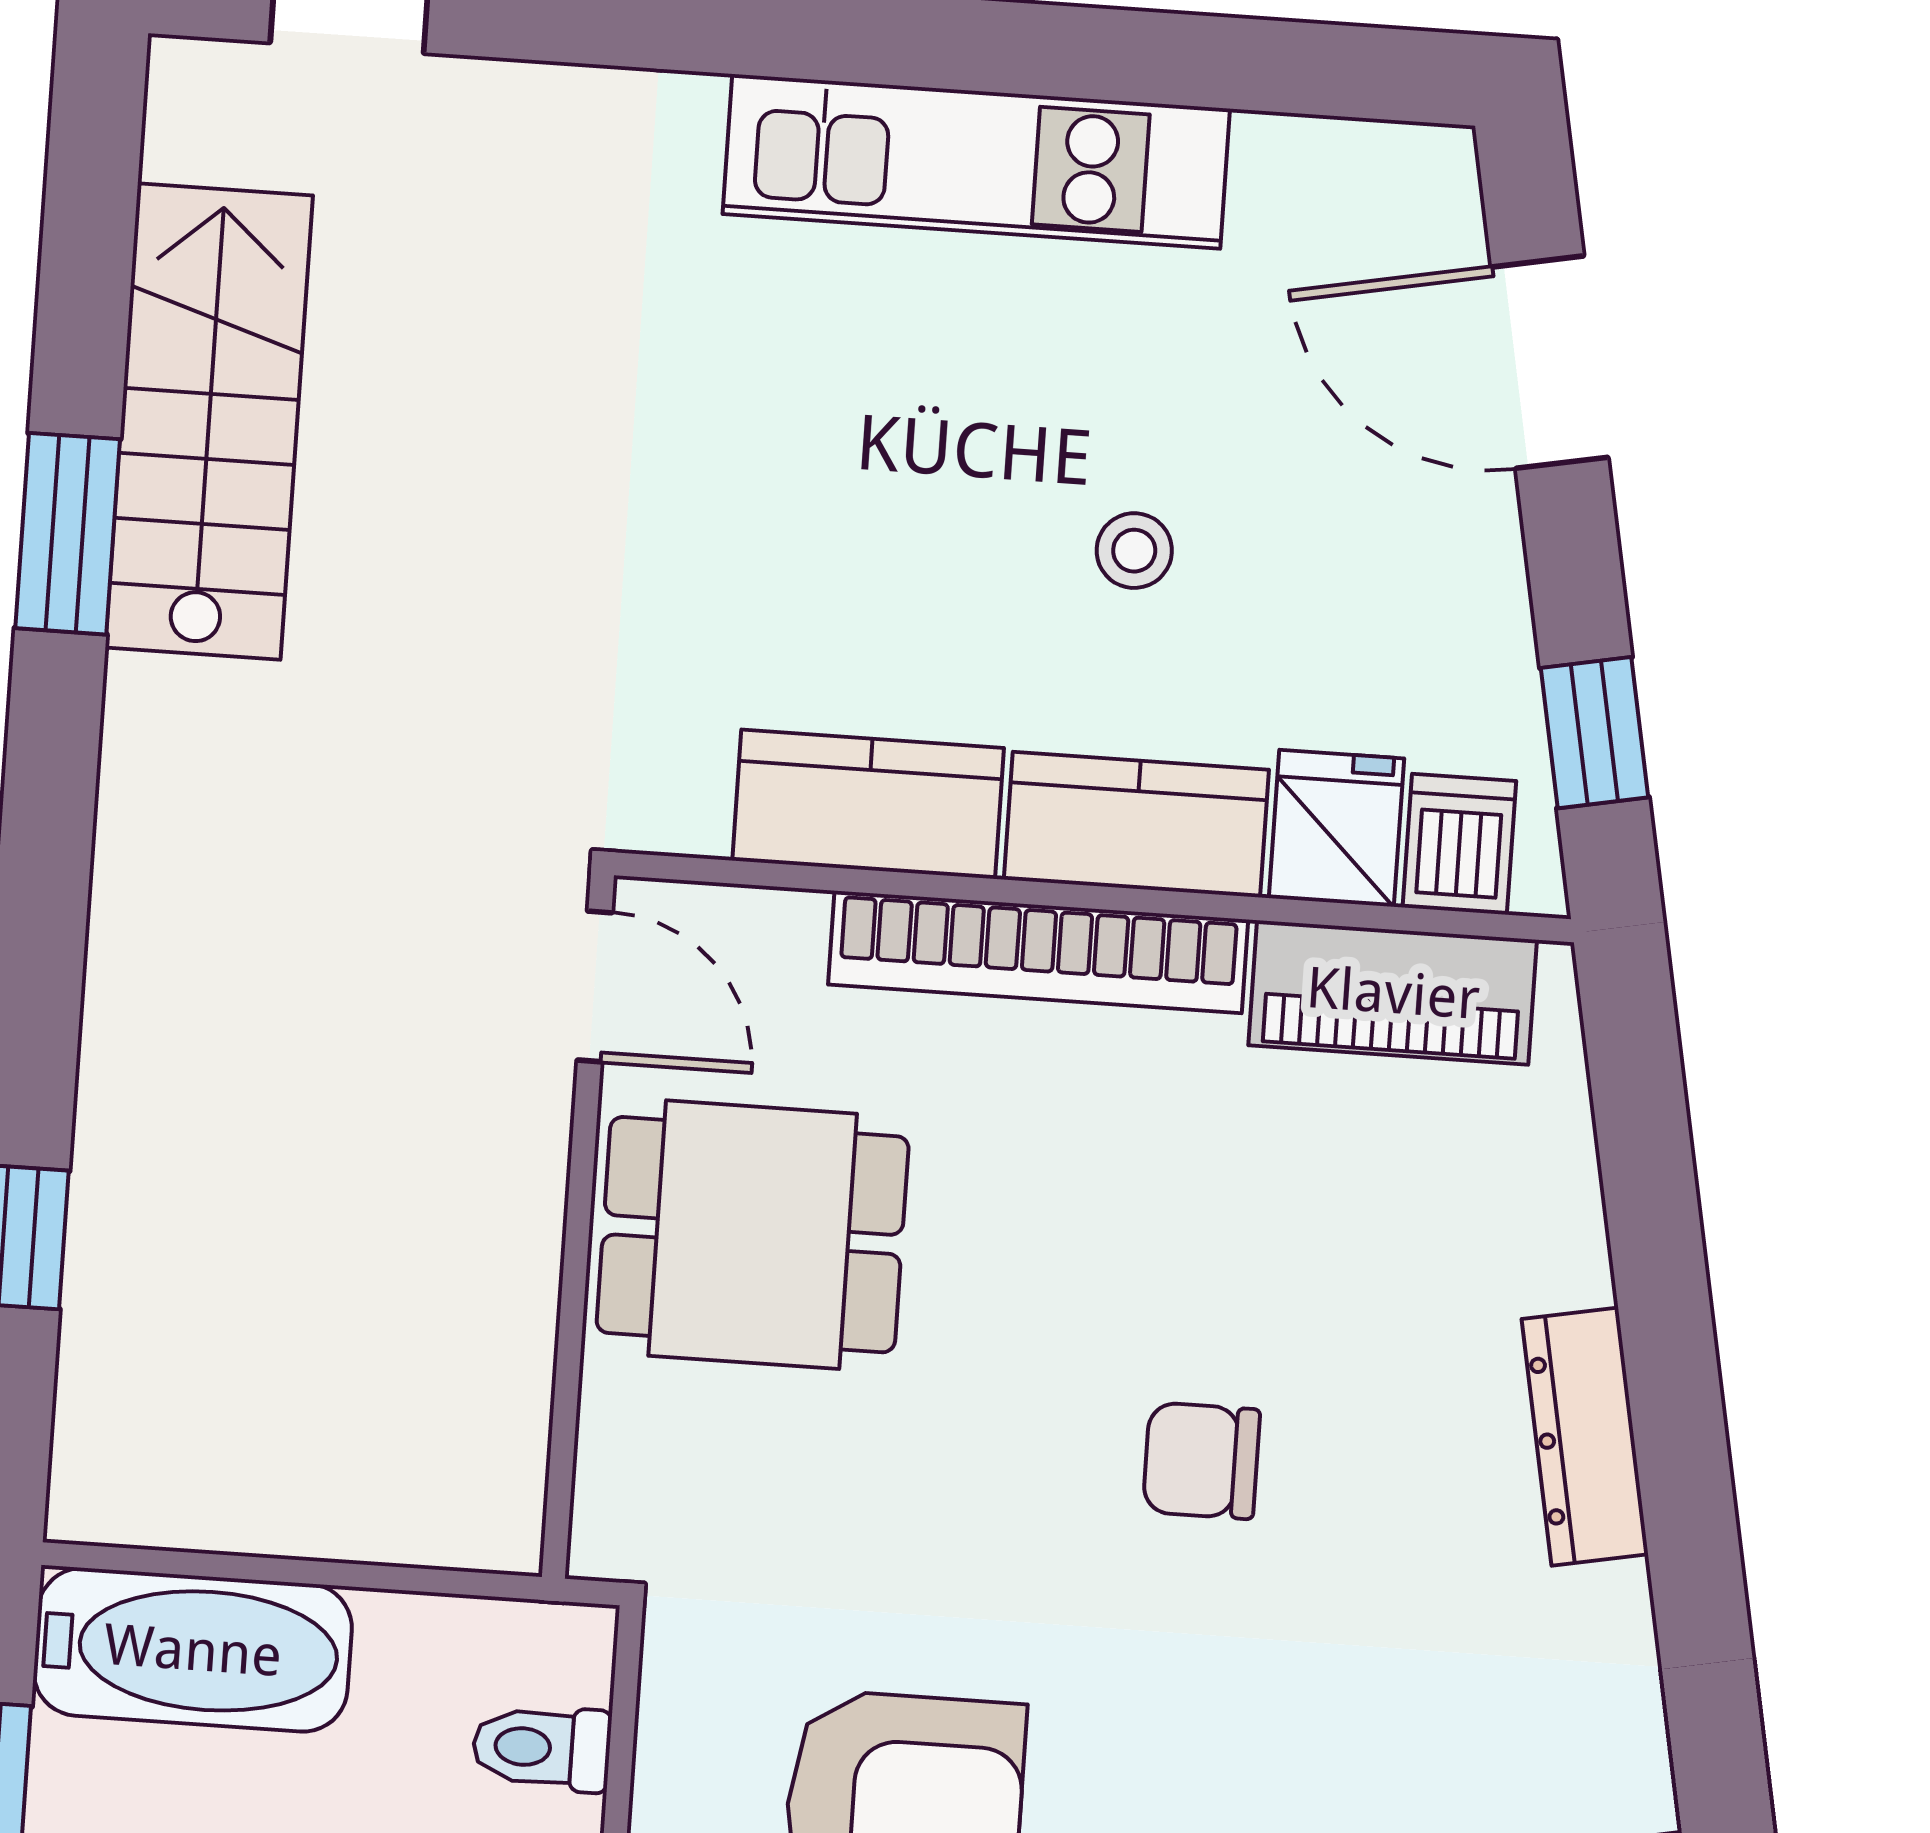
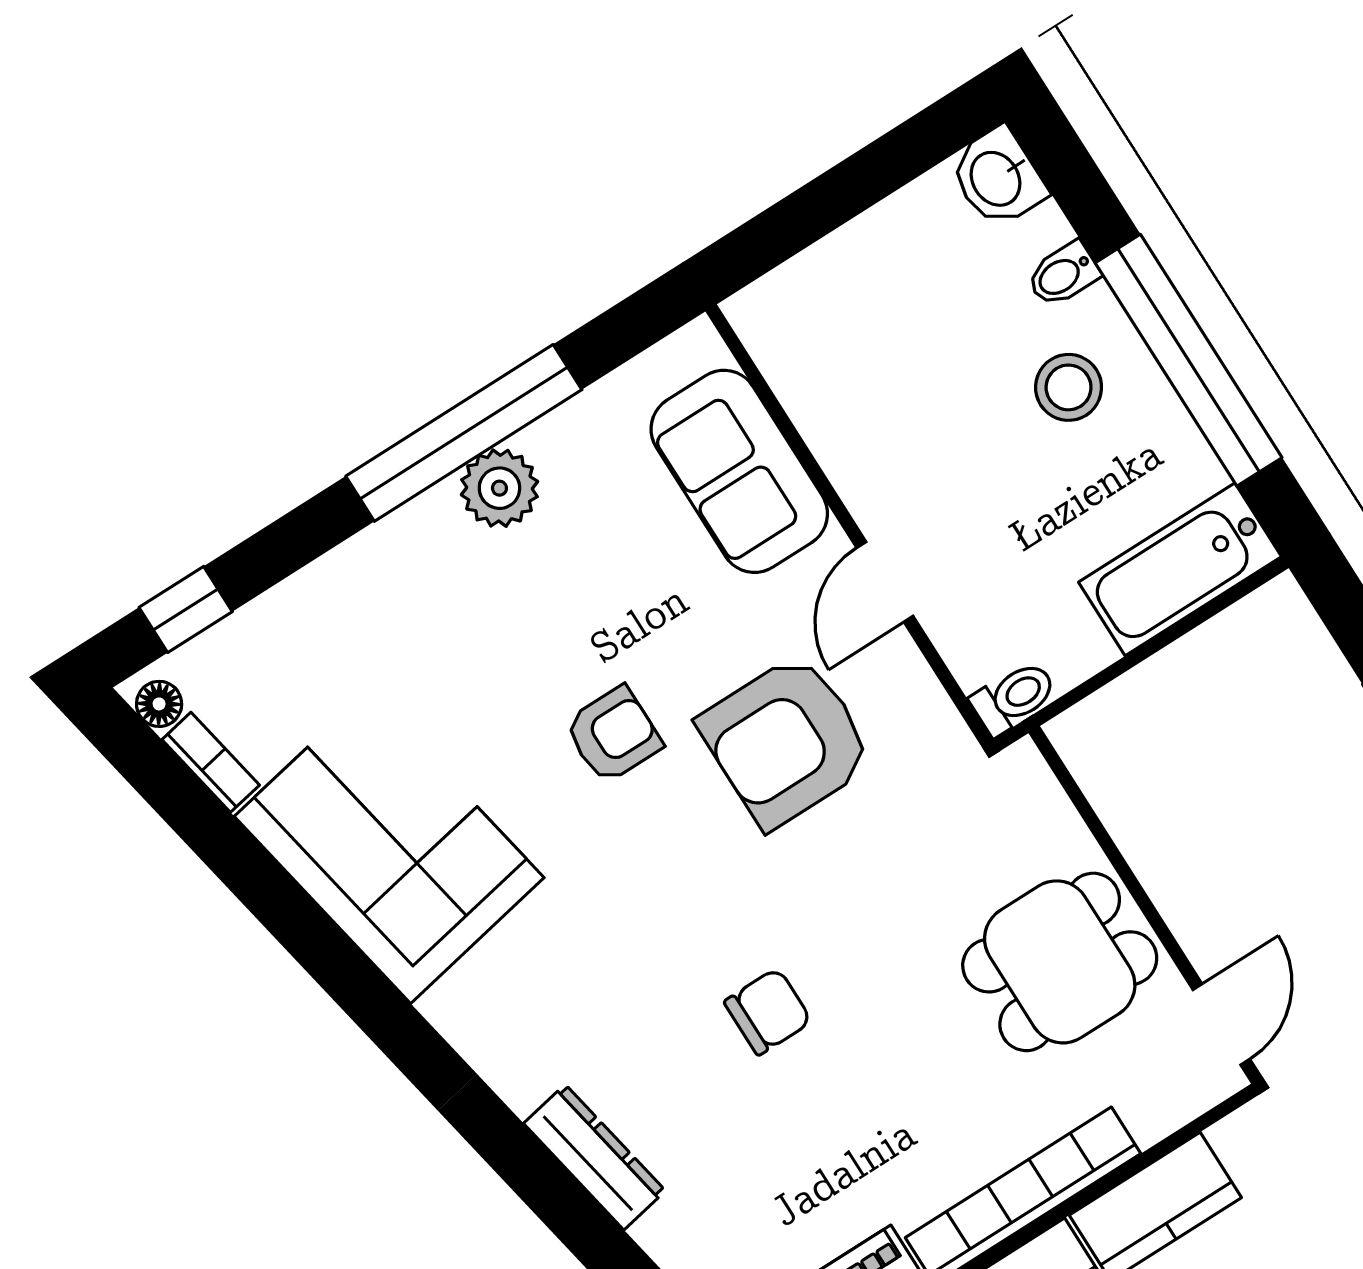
door: (595, 986) -> (1221, 1024), swing flipped
toilet: (542, 1748) -> (1014, 698), moved

